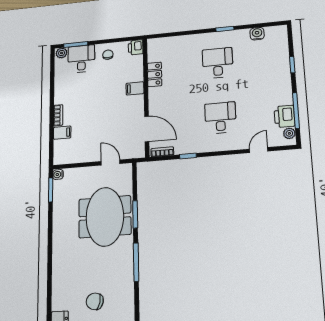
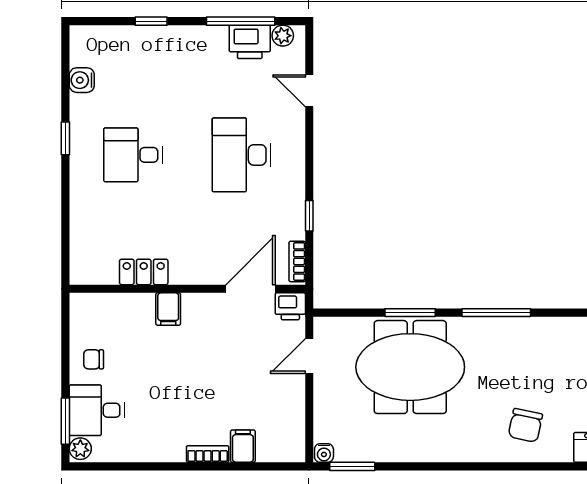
printer: (136, 47) -> (290, 306), moved
desk: (220, 118) -> (241, 155), width x1.37
chair: (95, 301) -> (525, 425), moved

